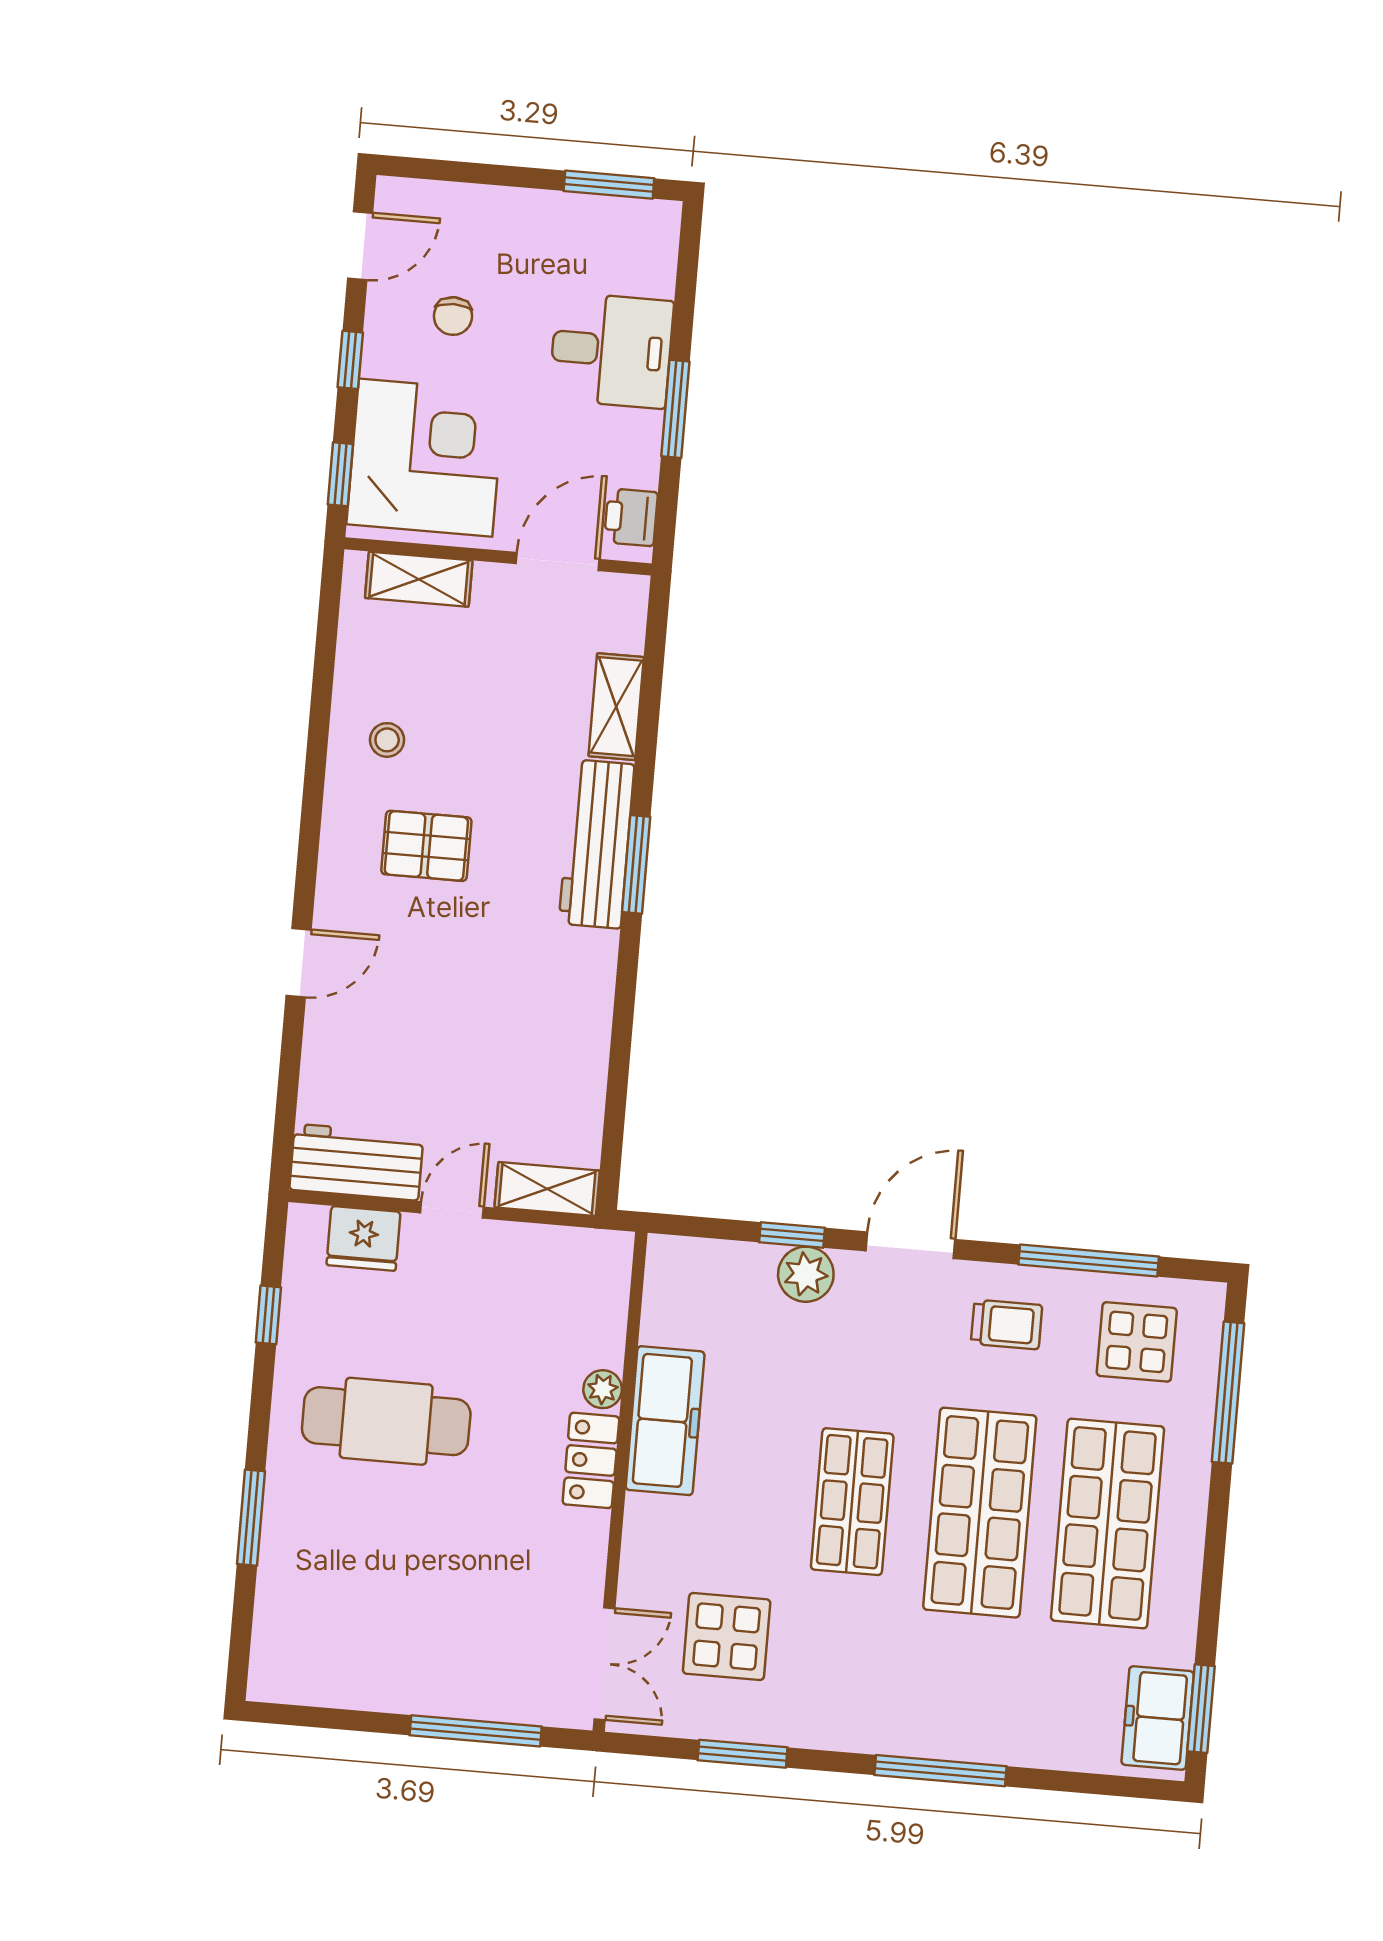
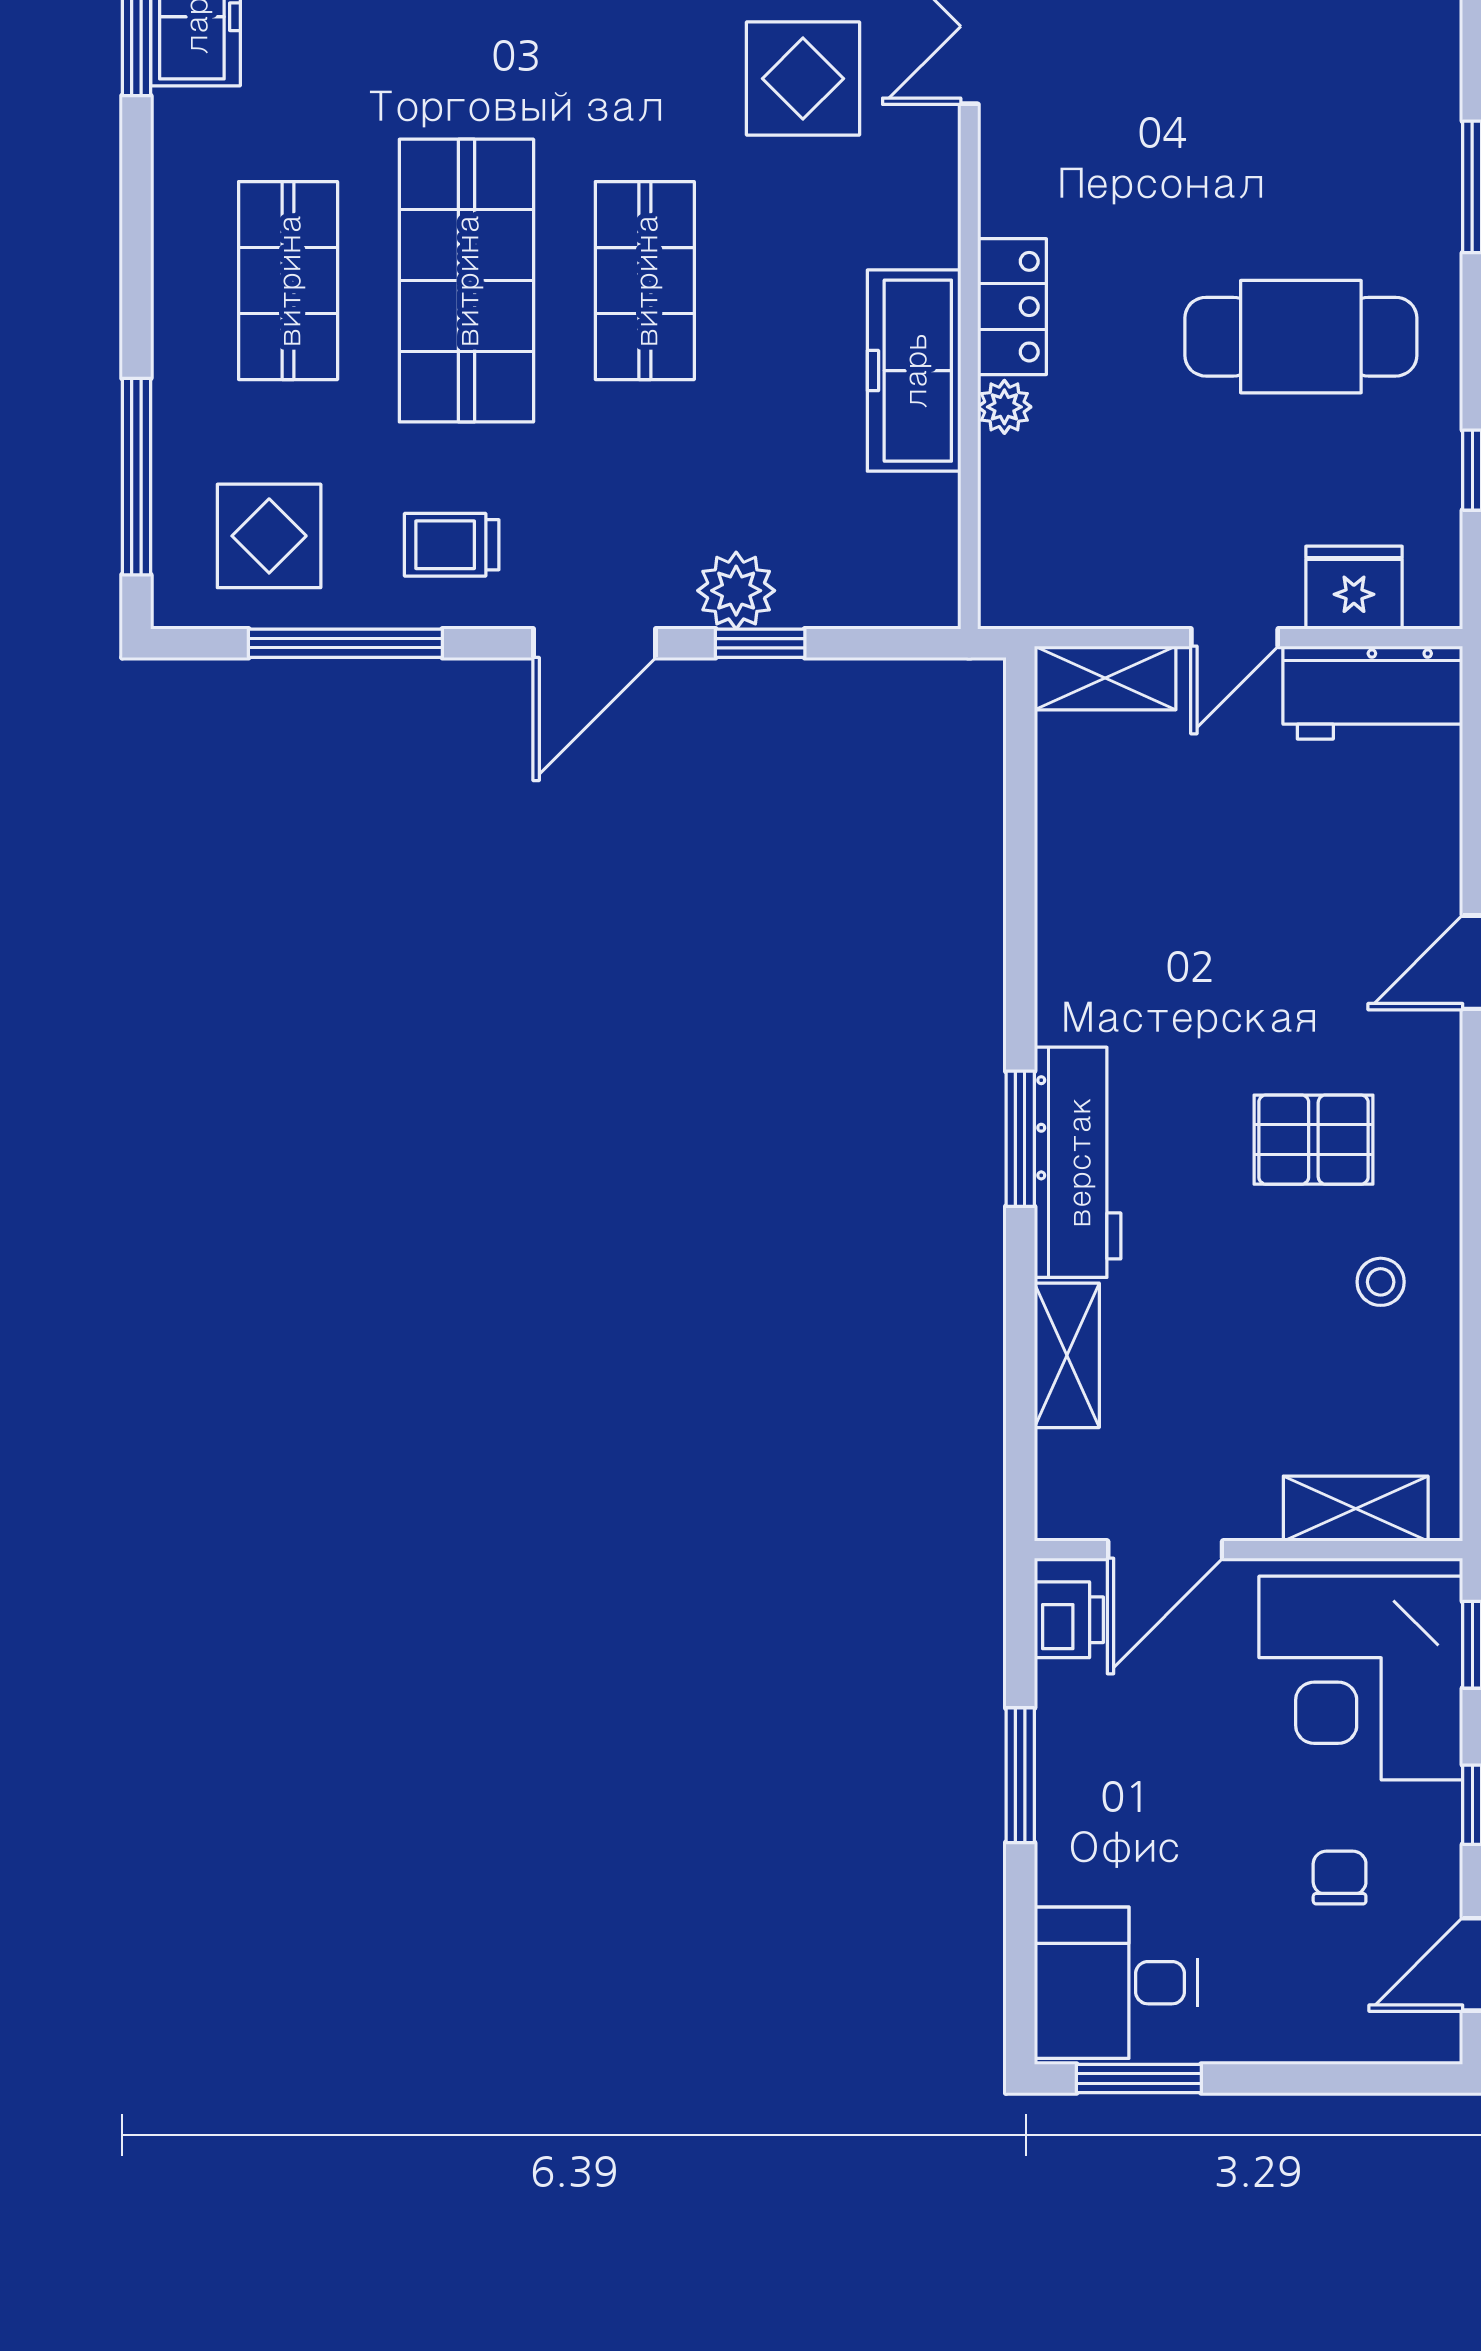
desk: (611, 350) -> (1116, 1983), moved
shop shelf: (1107, 1524) -> (288, 281), width x0.70, depth x0.74

